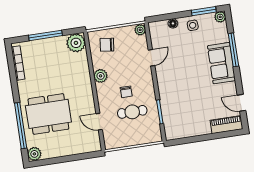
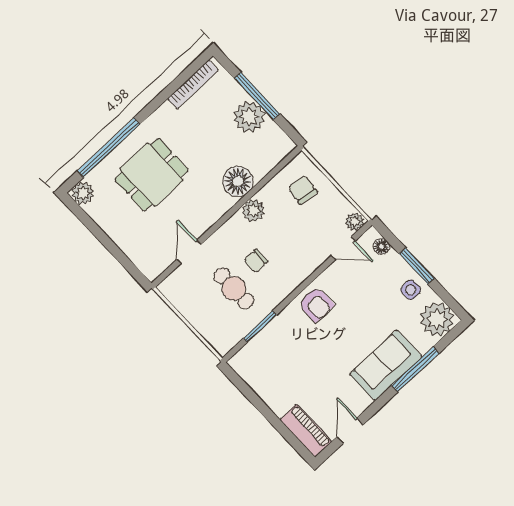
window: (204, 11) -> (417, 266), moved
plant: (220, 17) -> (437, 319), width x1.88, depth x1.88
floor lamp: (173, 23) -> (381, 246), moved
plant: (76, 43) -> (249, 117), moved
door: (152, 58) -> (343, 248), moved
floor lamp: (81, 74) -> (238, 181), added
armchair: (168, 77) -> (316, 304), added
dining table: (48, 114) -> (151, 175), width x0.73

